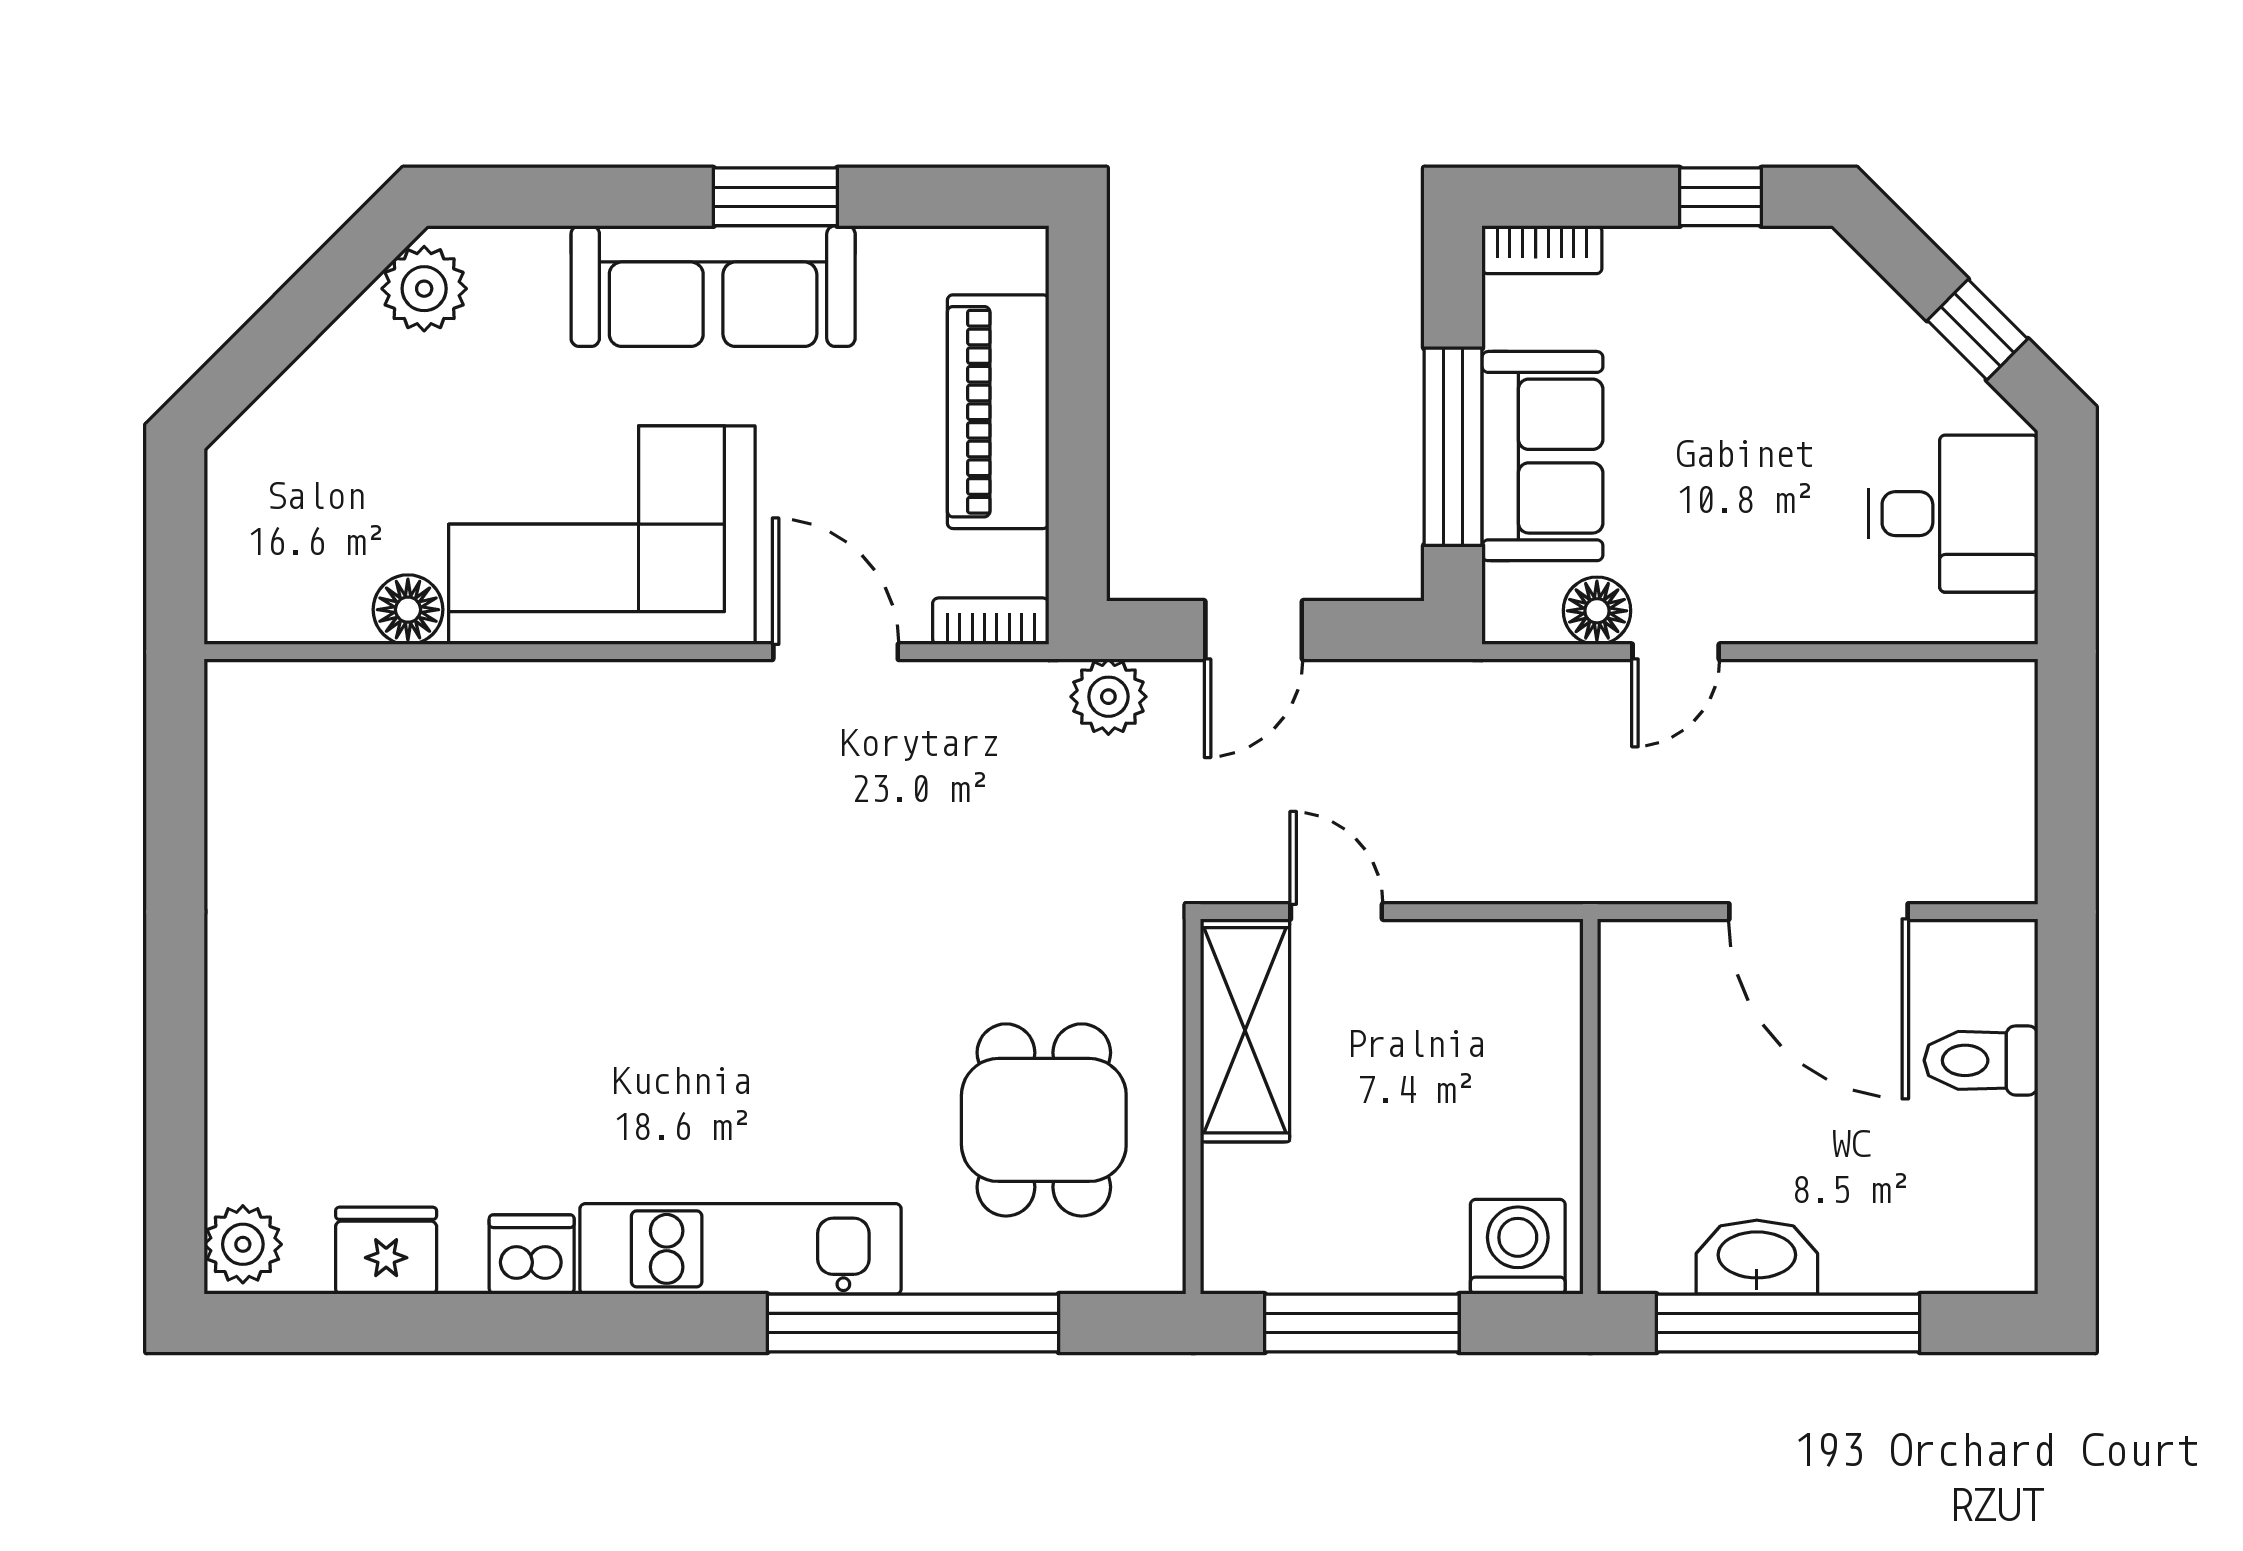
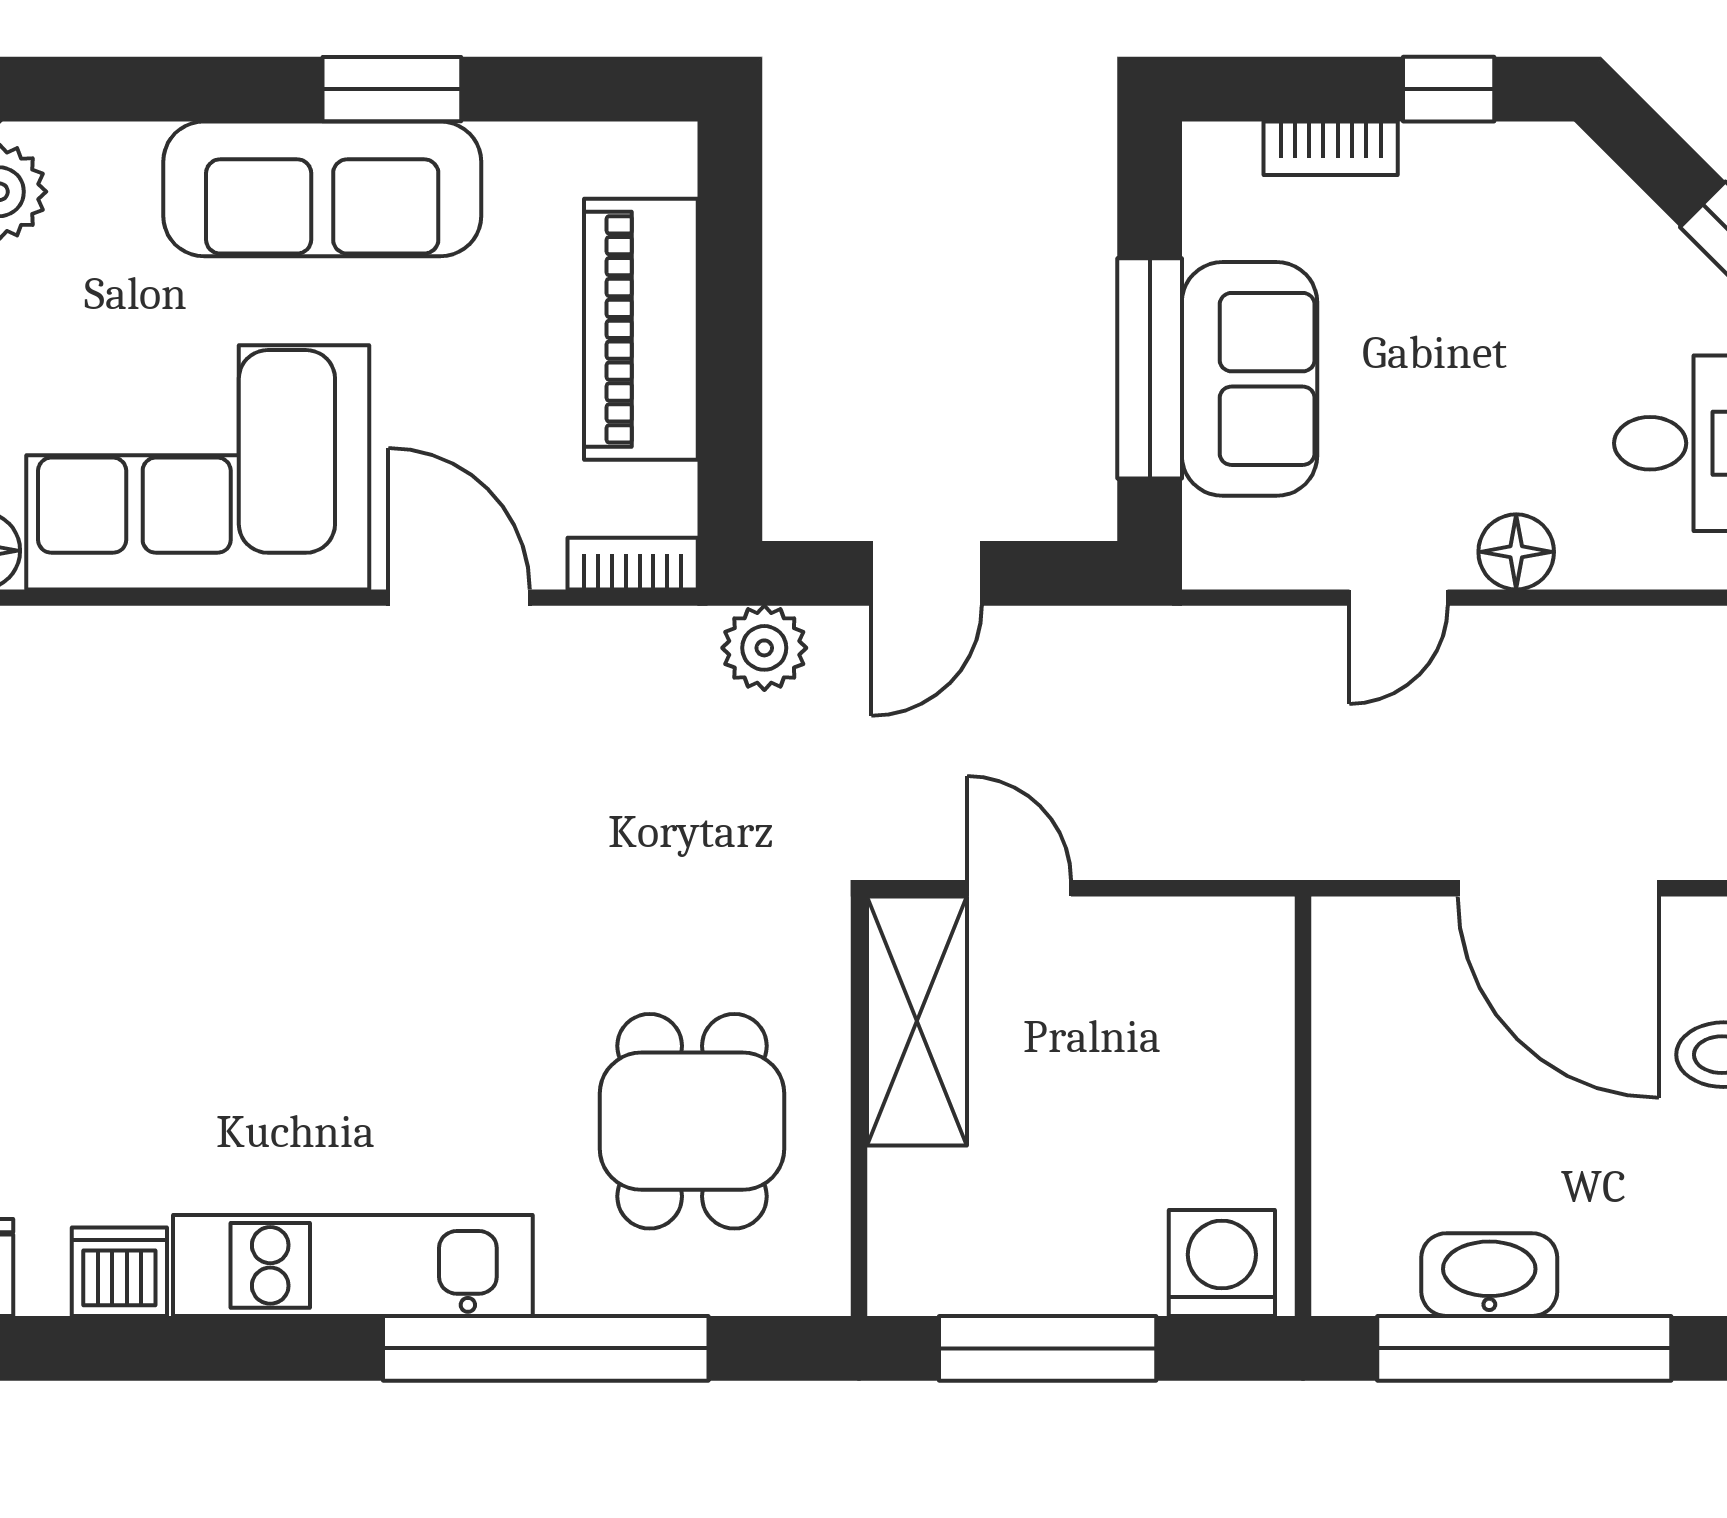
bookcase: (1542, 250) -> (1331, 148), moved
floor lamp: (1597, 611) -> (1516, 552), moved

